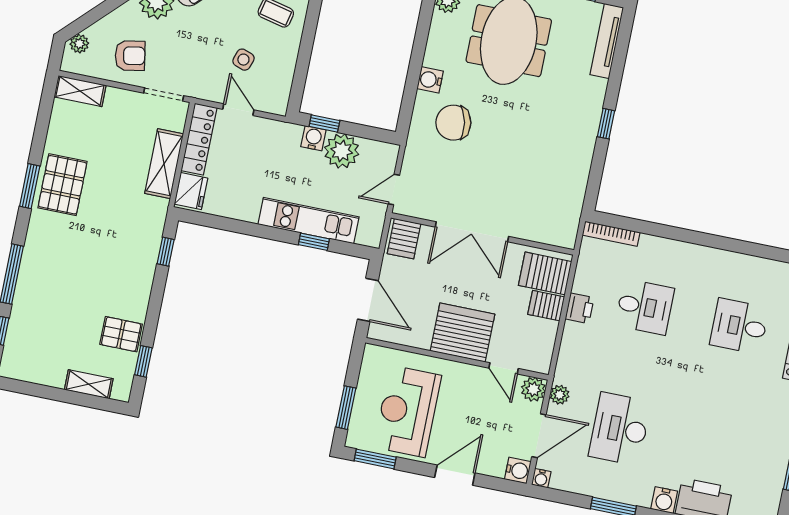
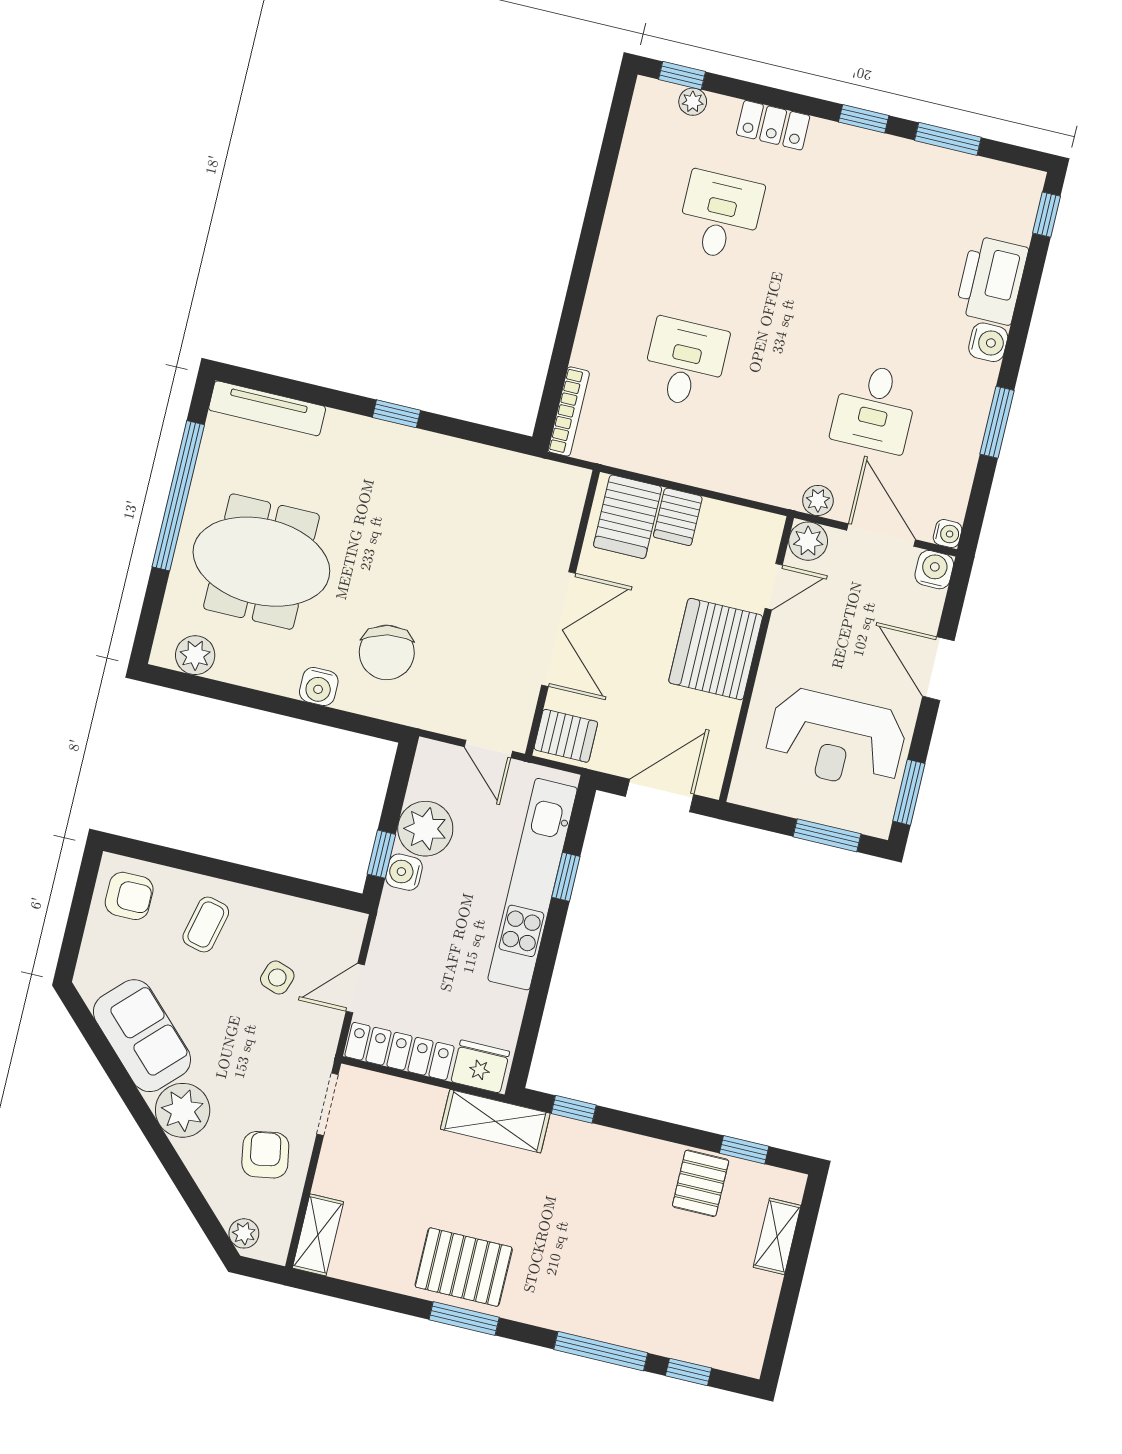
shelving: (164, 164) -> (495, 1121), moved
kitchen unit: (308, 221) -> (533, 884), width x1.36
printer: (580, 308) -> (684, 465), removed
desk: (739, 326) -> (720, 216), turned 180
desk: (620, 429) -> (875, 408), width x0.73

